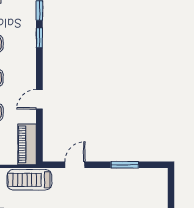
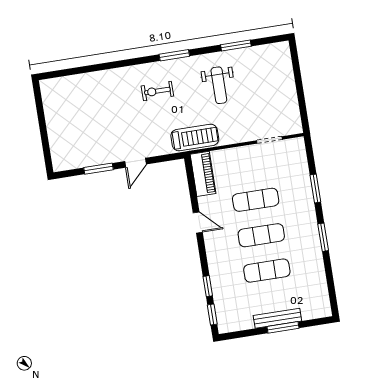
door: (39, 99) -> (198, 222), hinge flipped
door: (75, 165) -> (136, 163), moved

